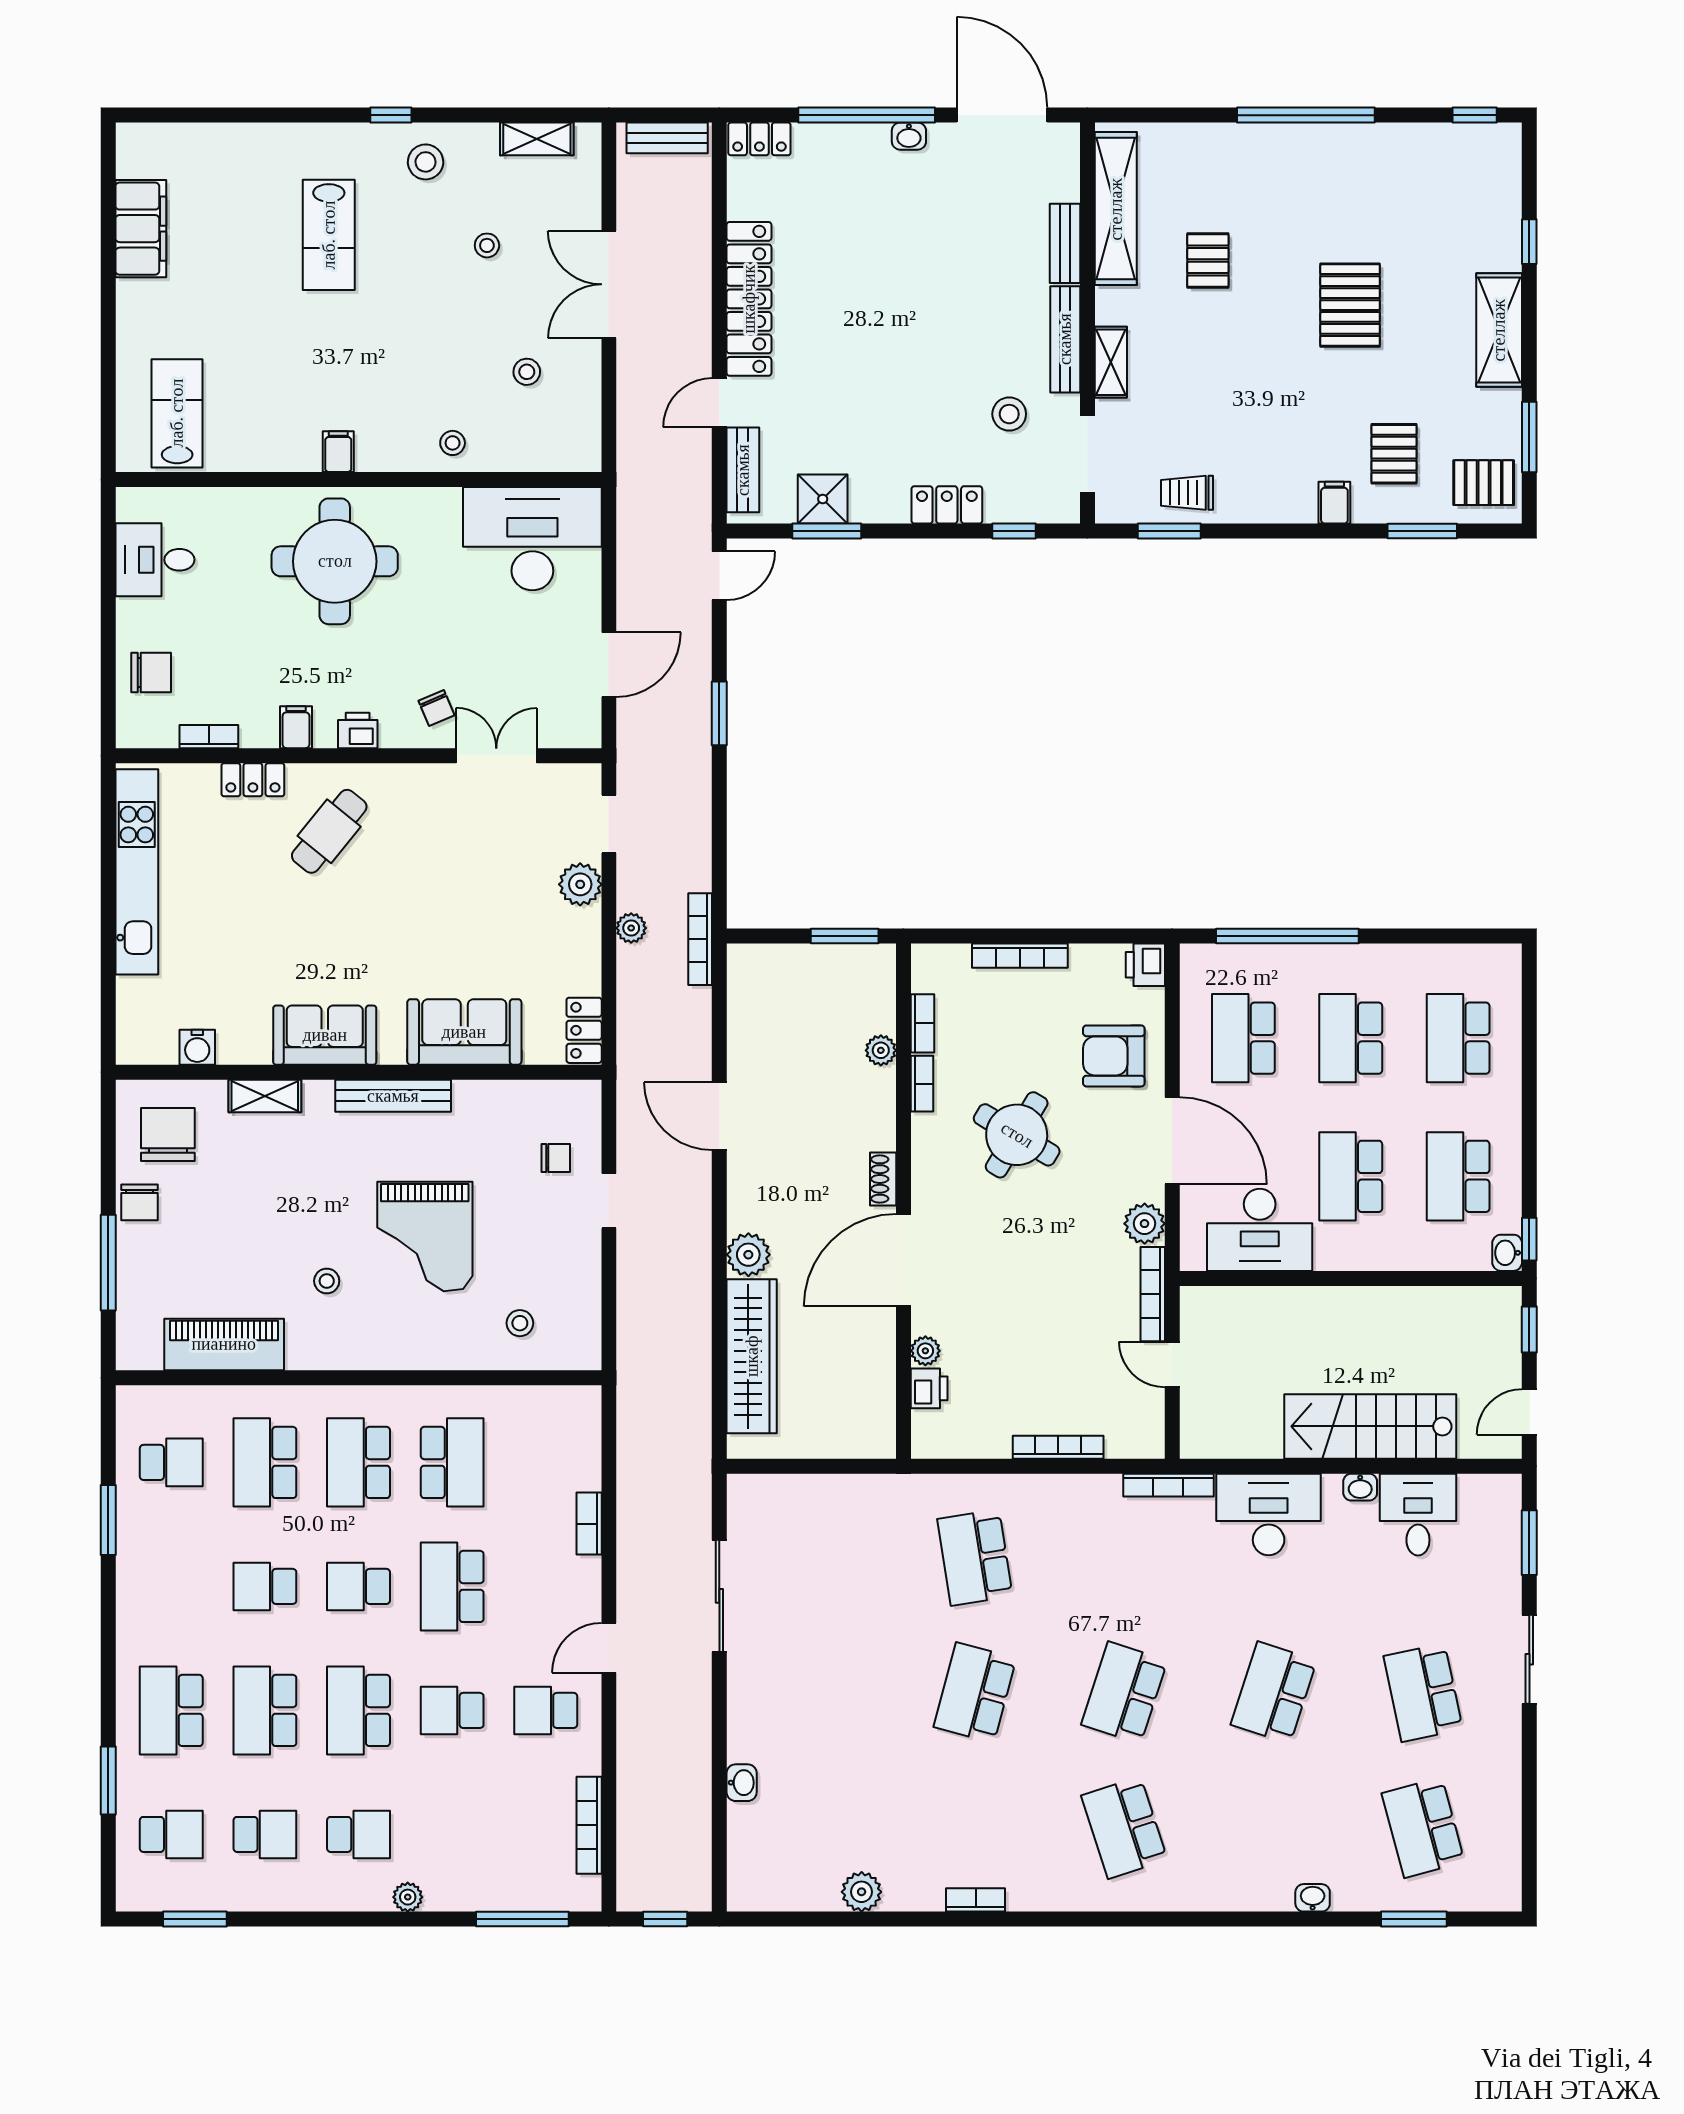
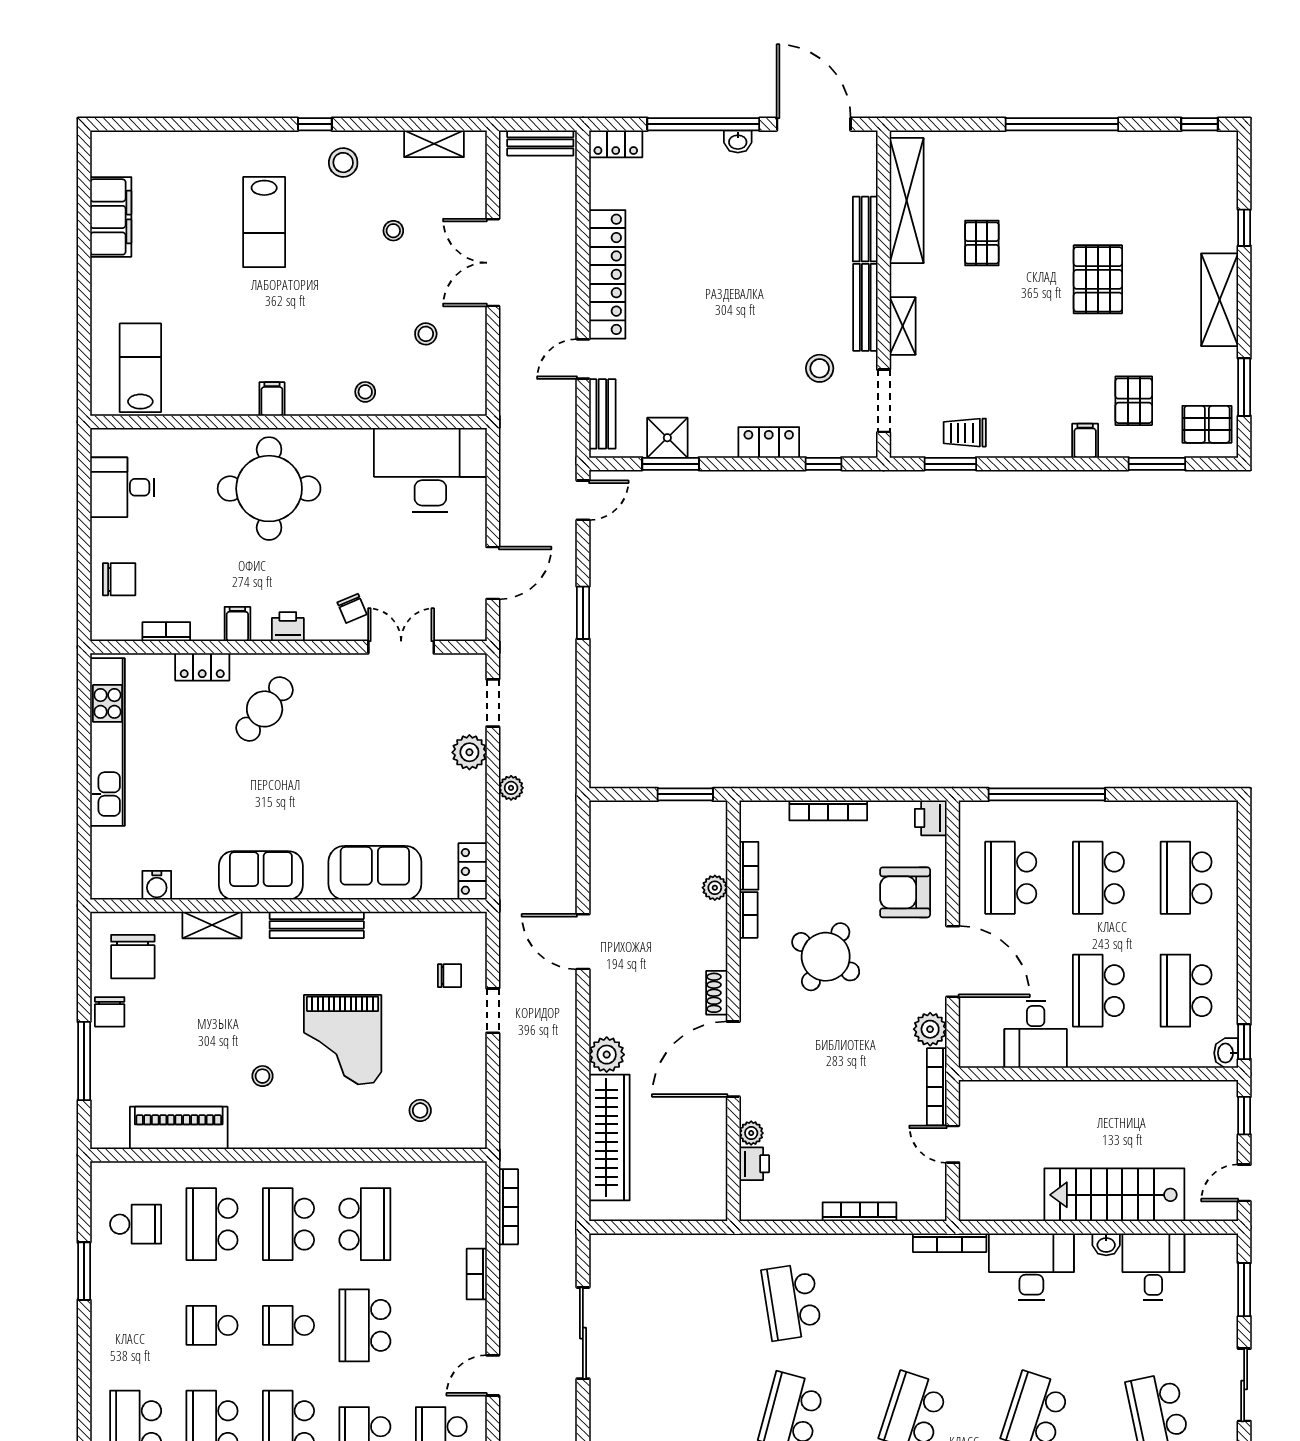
bookcase: (700, 939) -> (508, 1207), moved, turned 180
chair: (168, 1135) -> (133, 957), turned 180
desk: (1260, 1230) -> (1036, 1034), width x0.73

